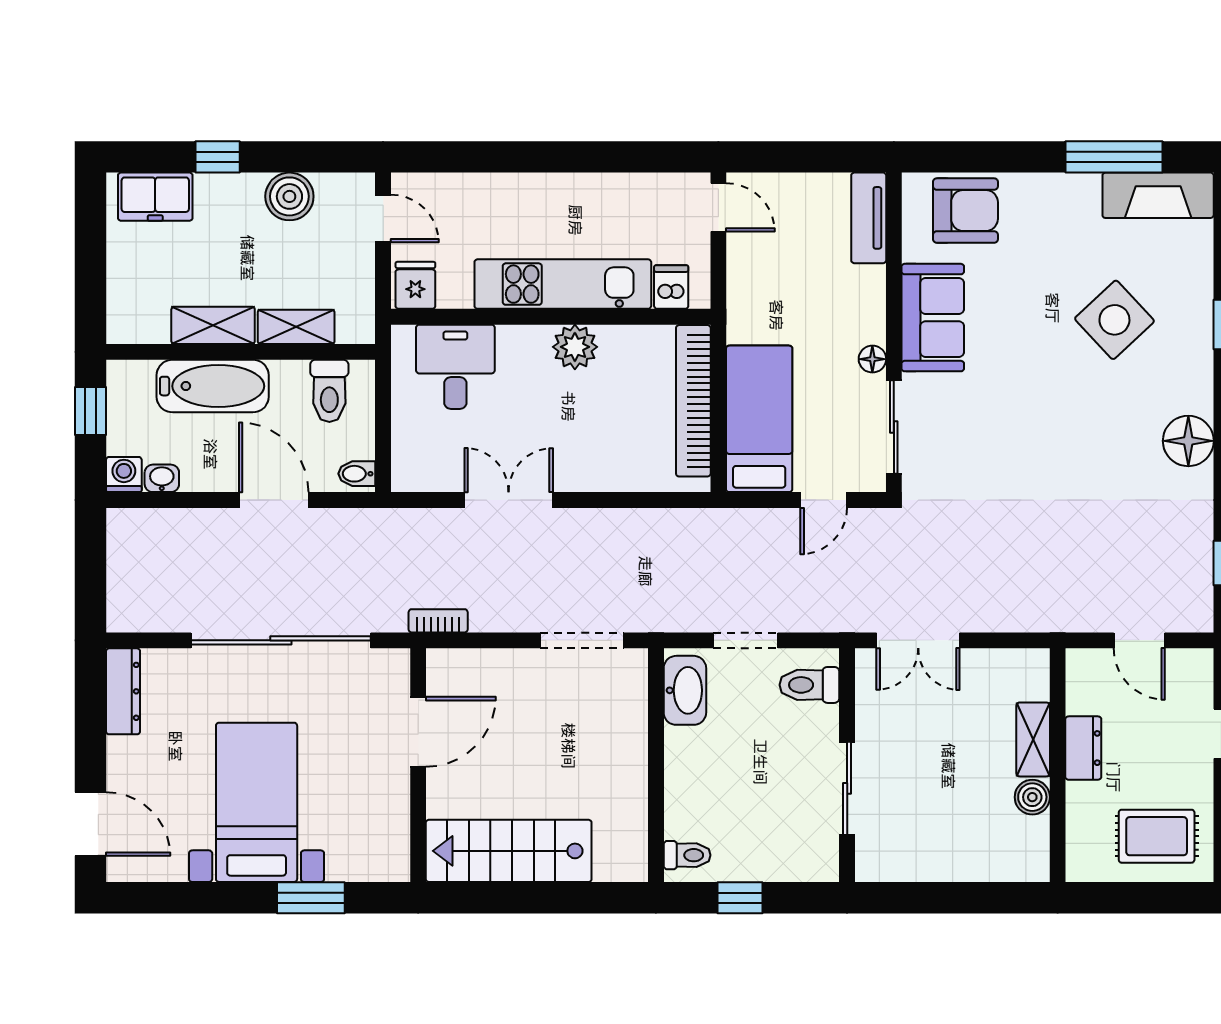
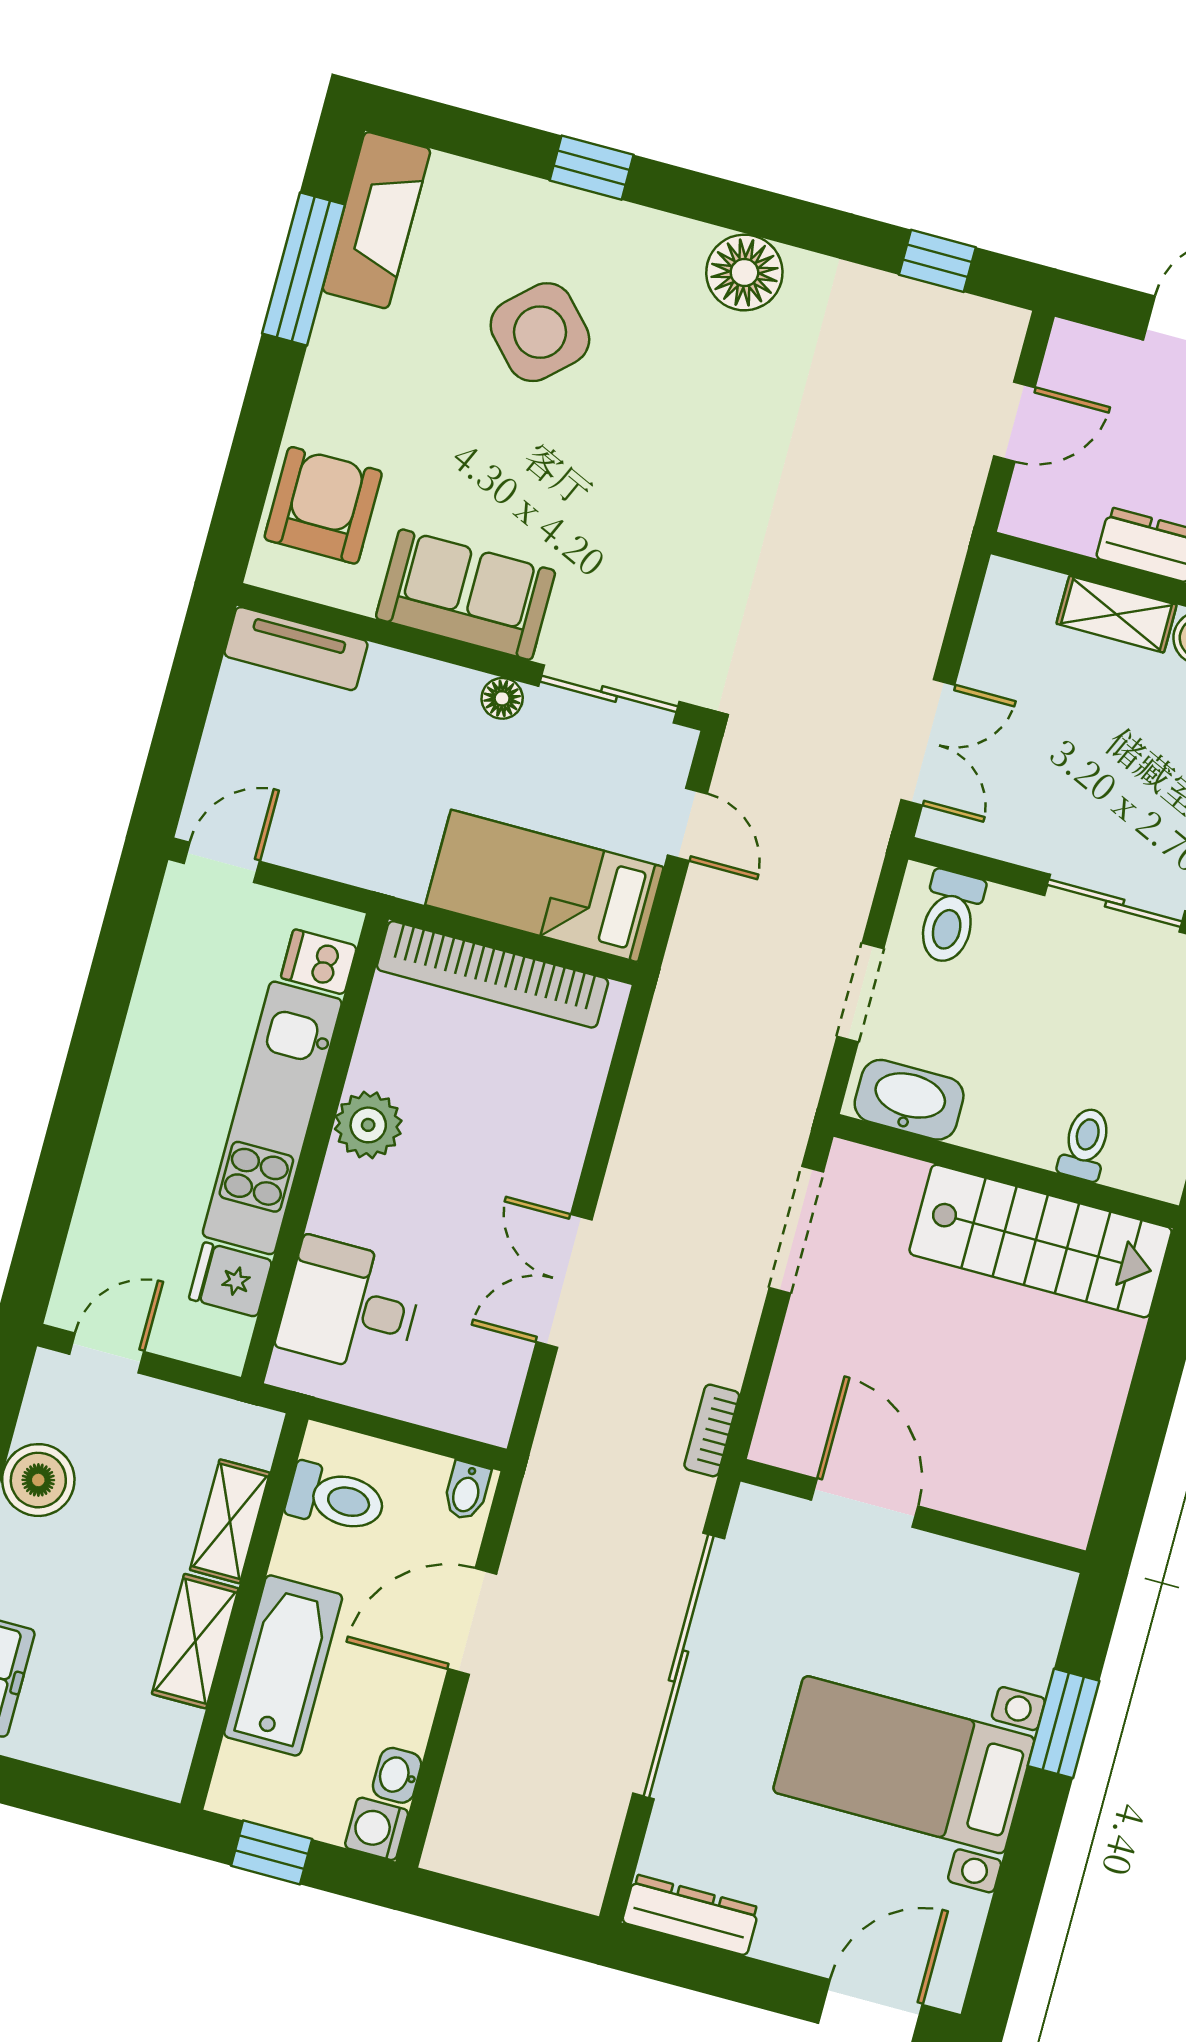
fridge: (415, 285) -> (231, 1280), moved
stairs: (509, 851) -> (1041, 1241), moved, turned -90
toilet: (687, 855) -> (1085, 1144), moved

